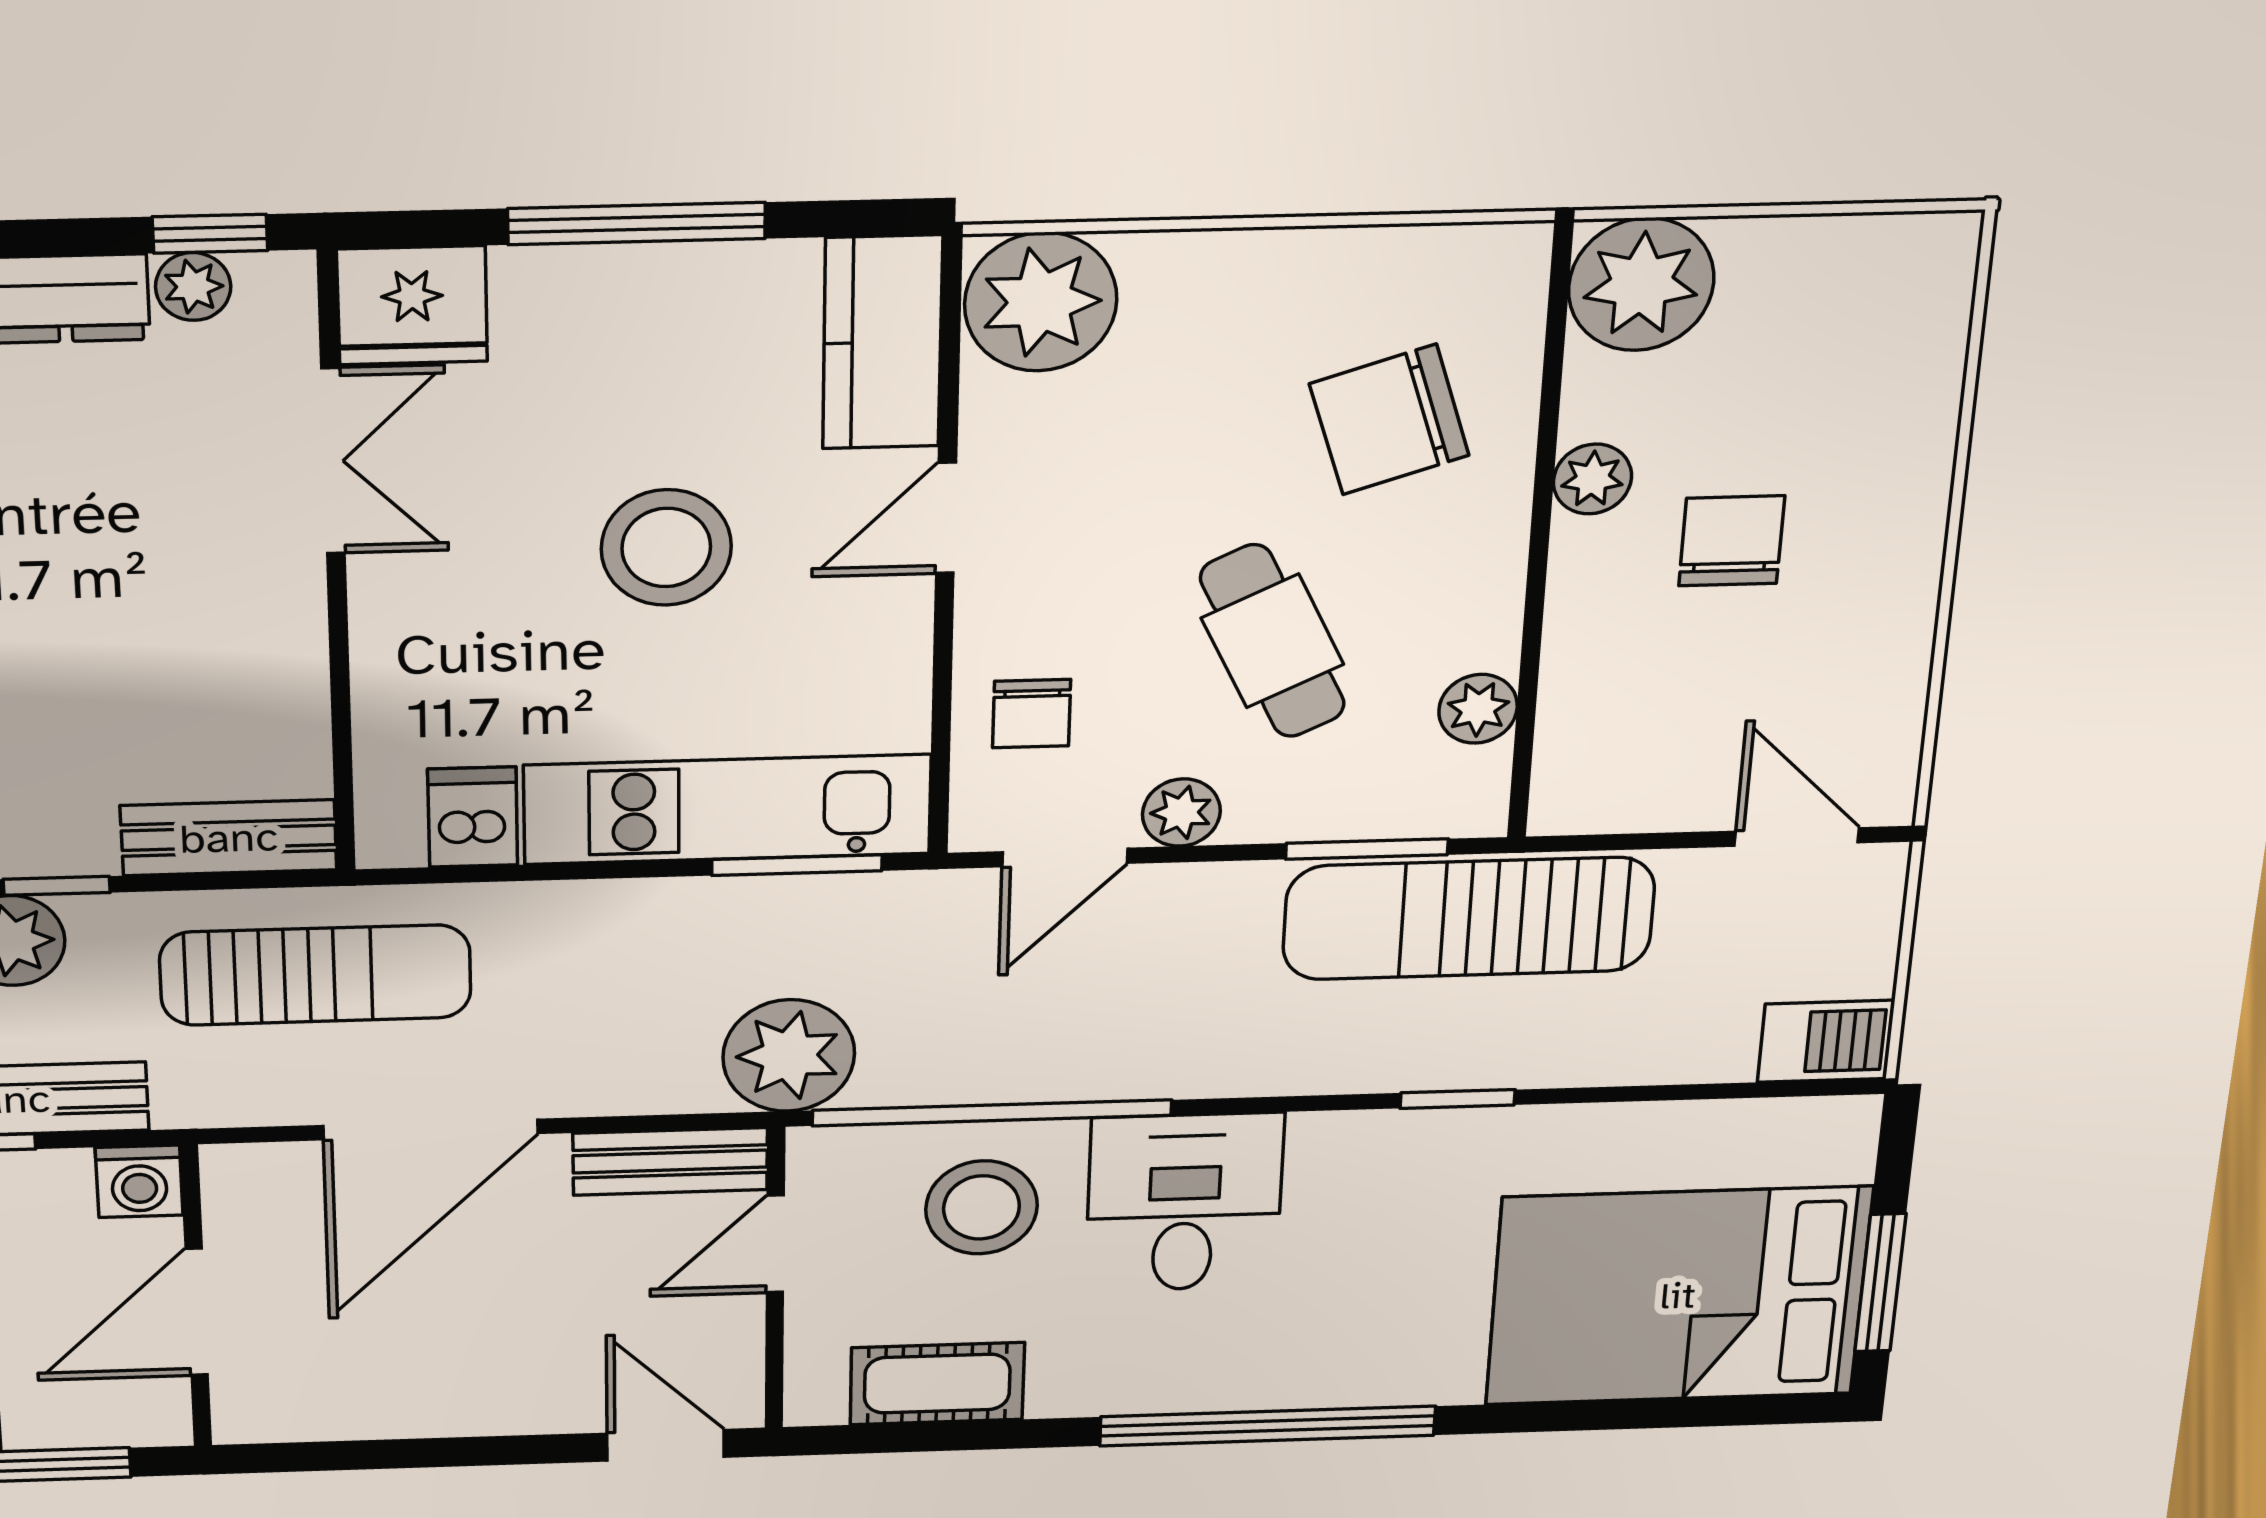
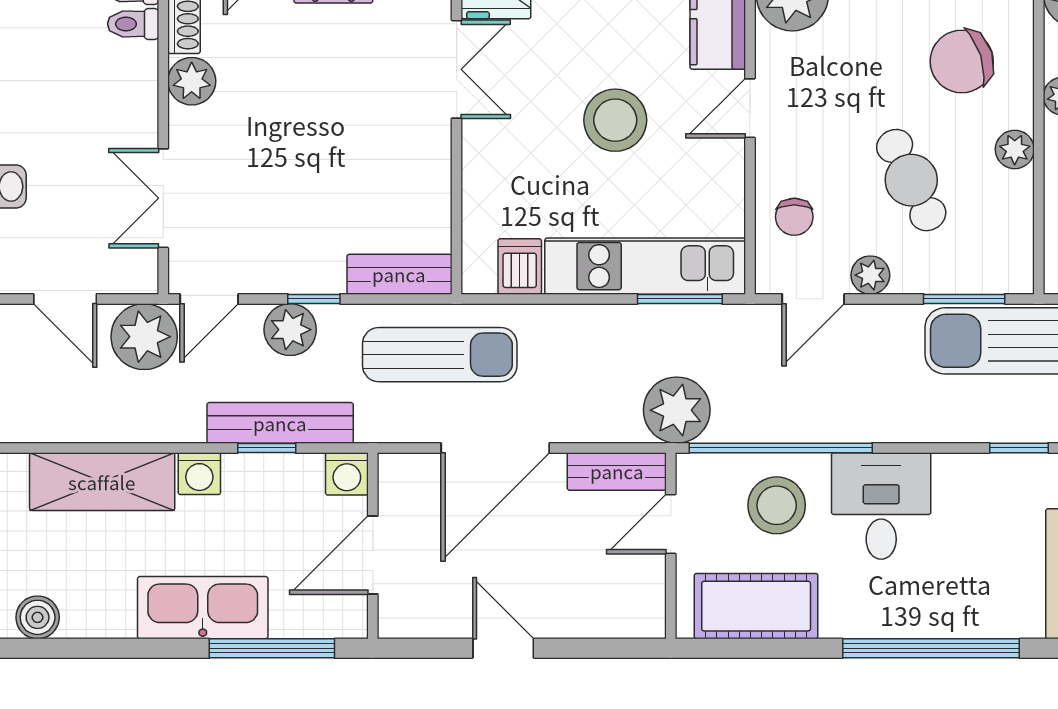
plant: (1478, 709) -> (1015, 149), moved
cot: (937, 1384) -> (756, 606), width x1.37, depth x1.34
door: (666, 1445) -> (503, 648), moved

